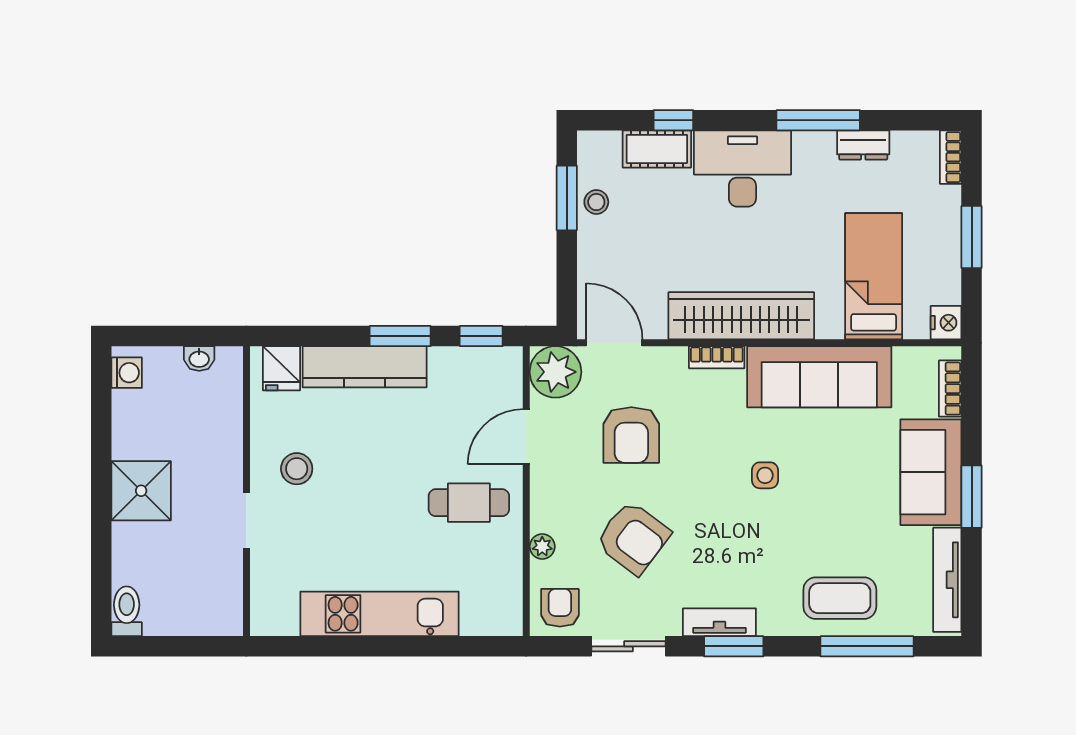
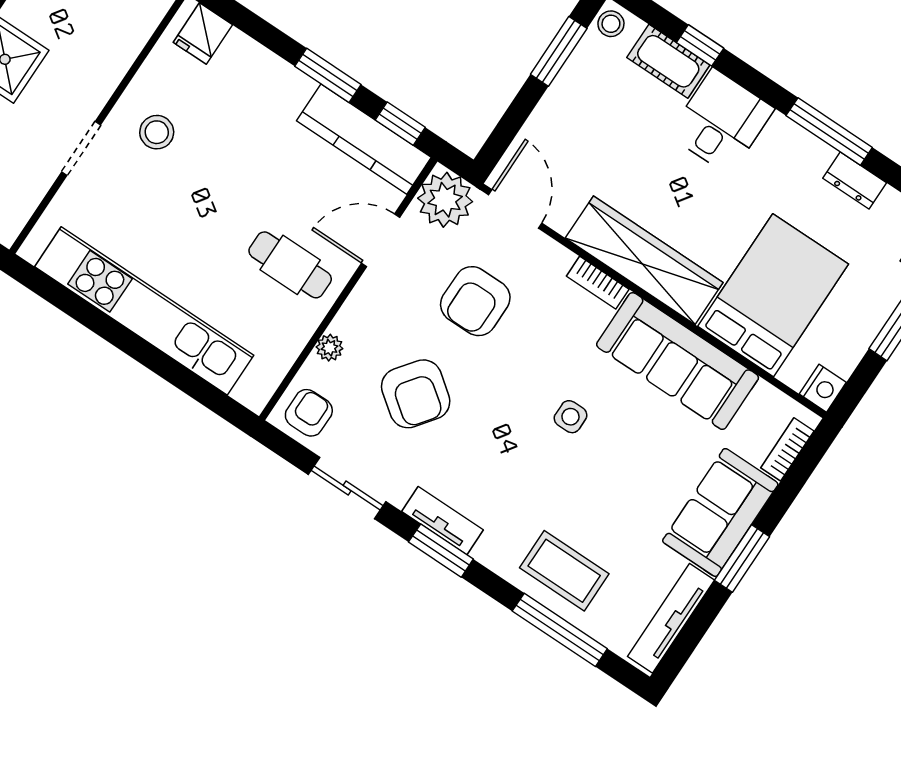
desk: (742, 168) -> (721, 122), width x0.73
stool: (596, 202) -> (611, 24), moved
bed: (874, 276) -> (773, 295), width x1.50
kitchen counter: (365, 367) -> (364, 139), moved
kitchen unit: (380, 614) -> (144, 311), width x1.36

